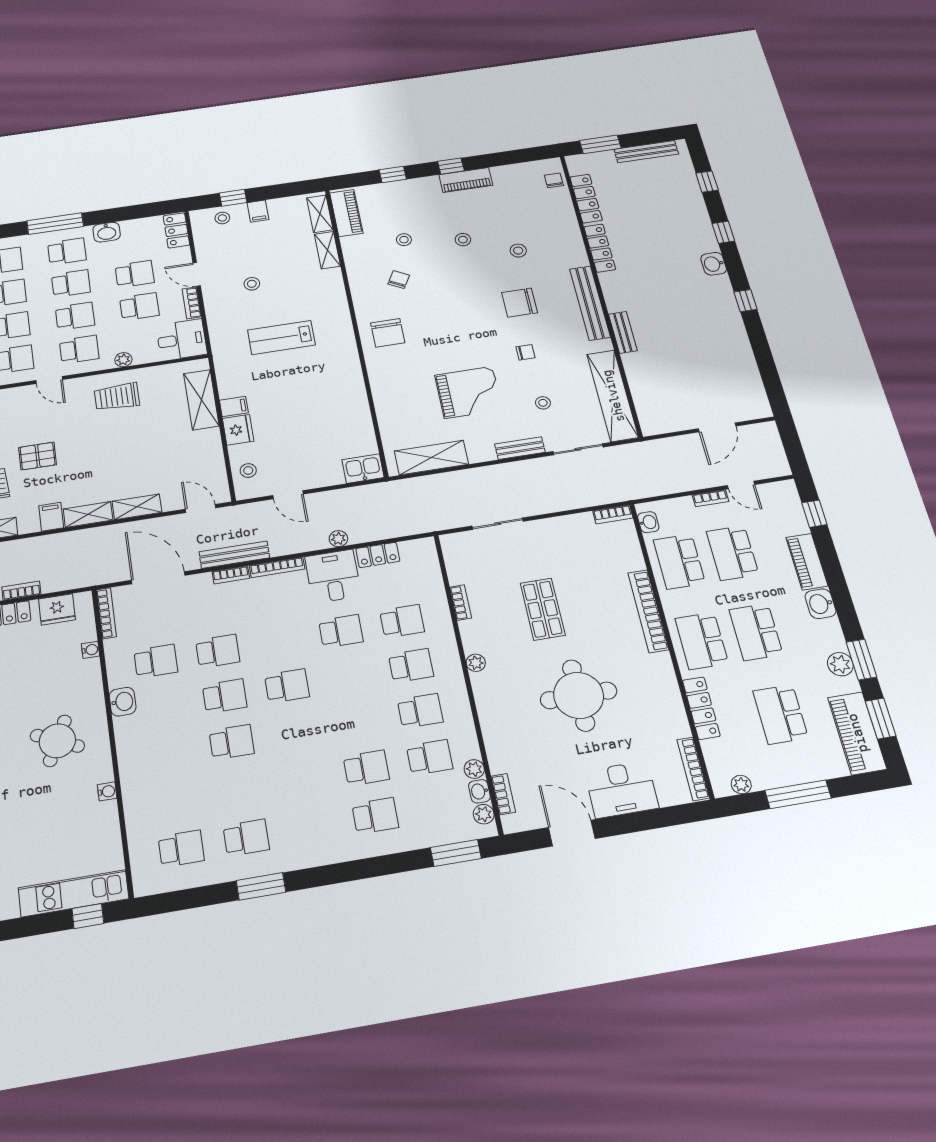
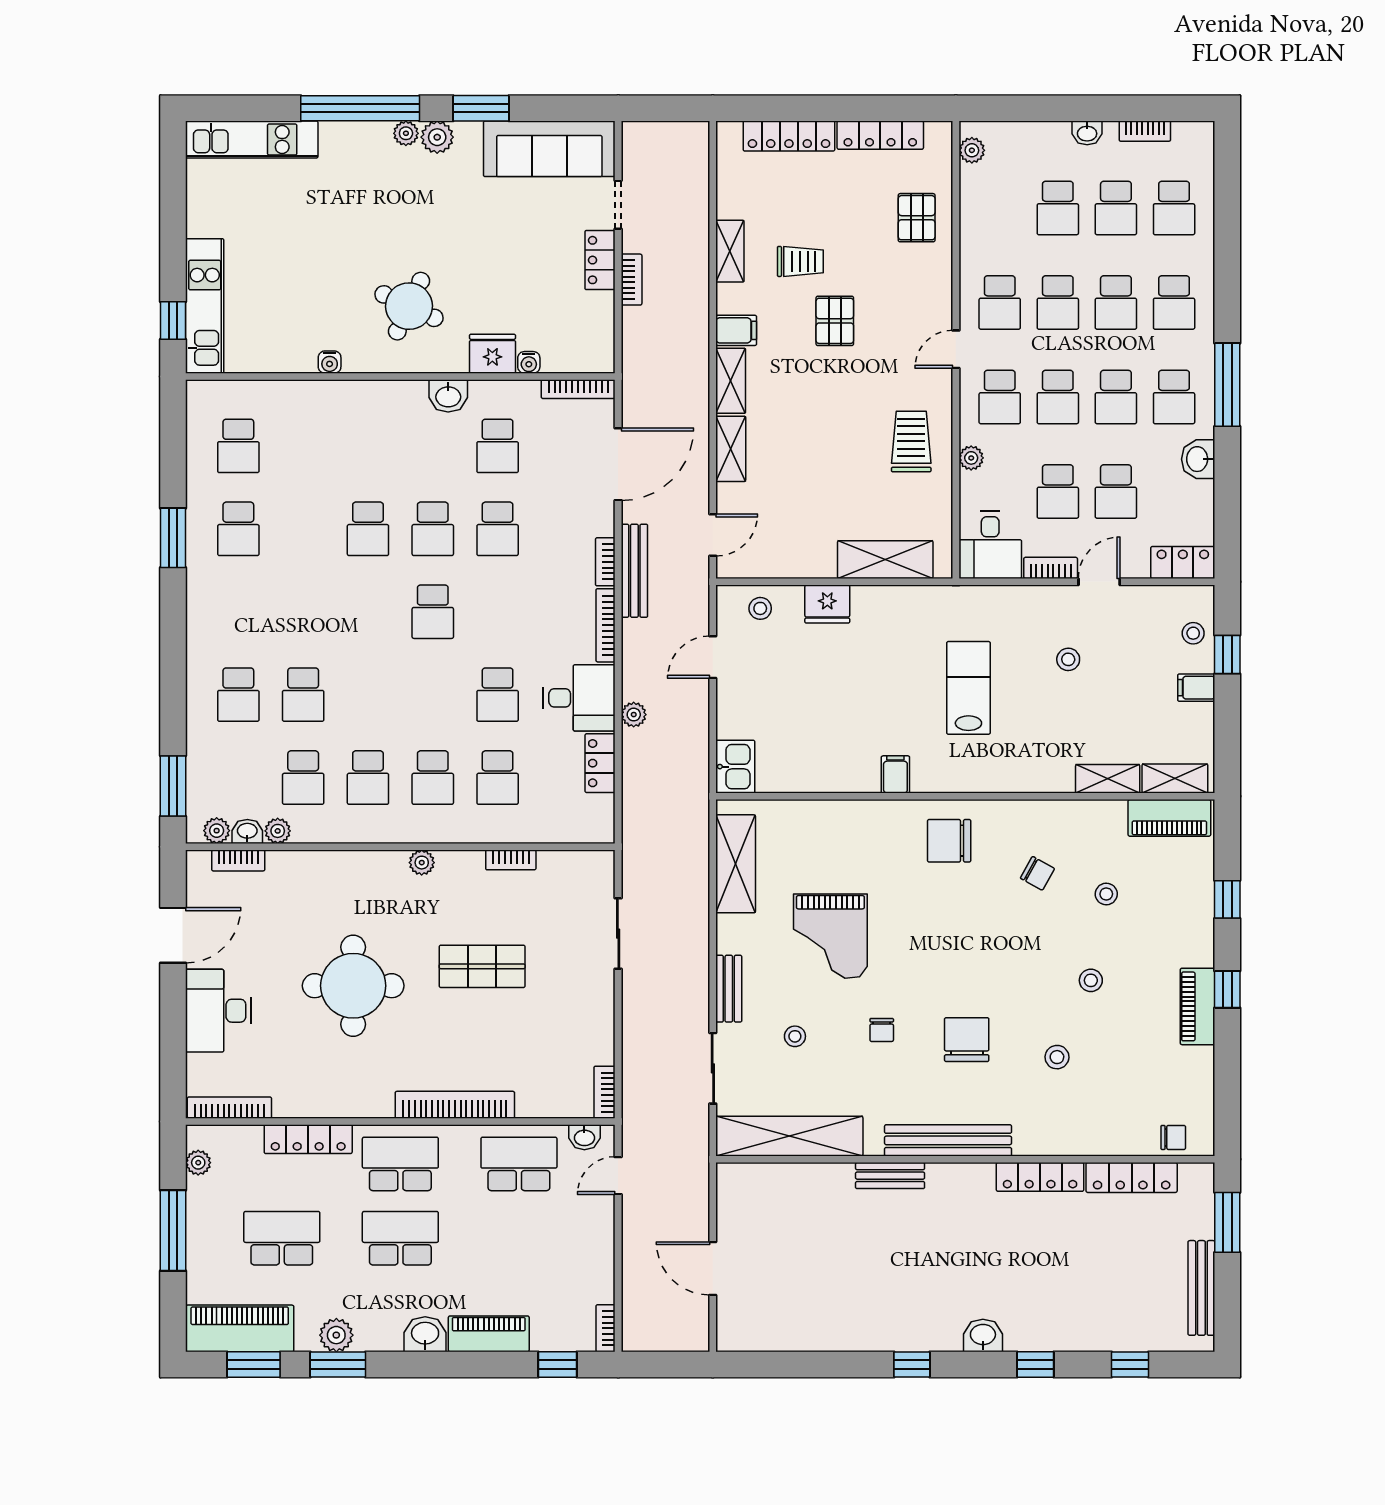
filing cabinet: (234, 406) -> (895, 774), moved, turned 180
door: (741, 485) -> (618, 1176), moved
bookcase: (710, 498) -> (606, 1328), moved
school desk: (732, 553) -> (519, 1238), removed
fridge: (57, 609) -> (492, 354), moved, turned 90

